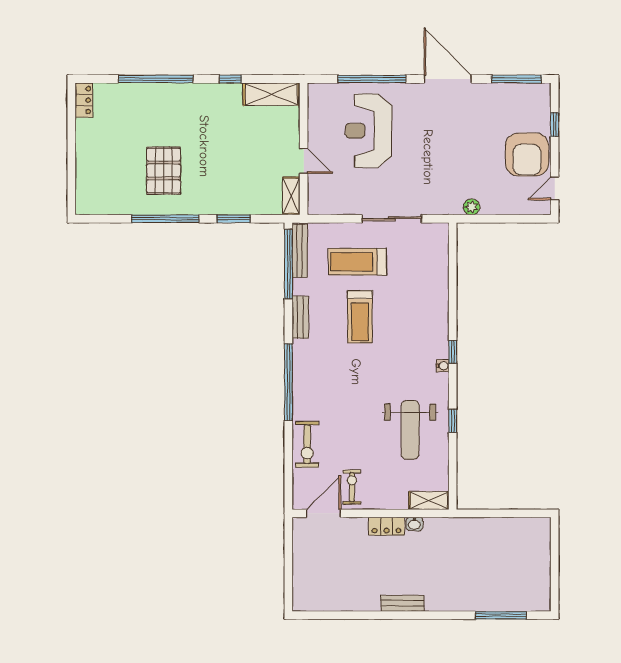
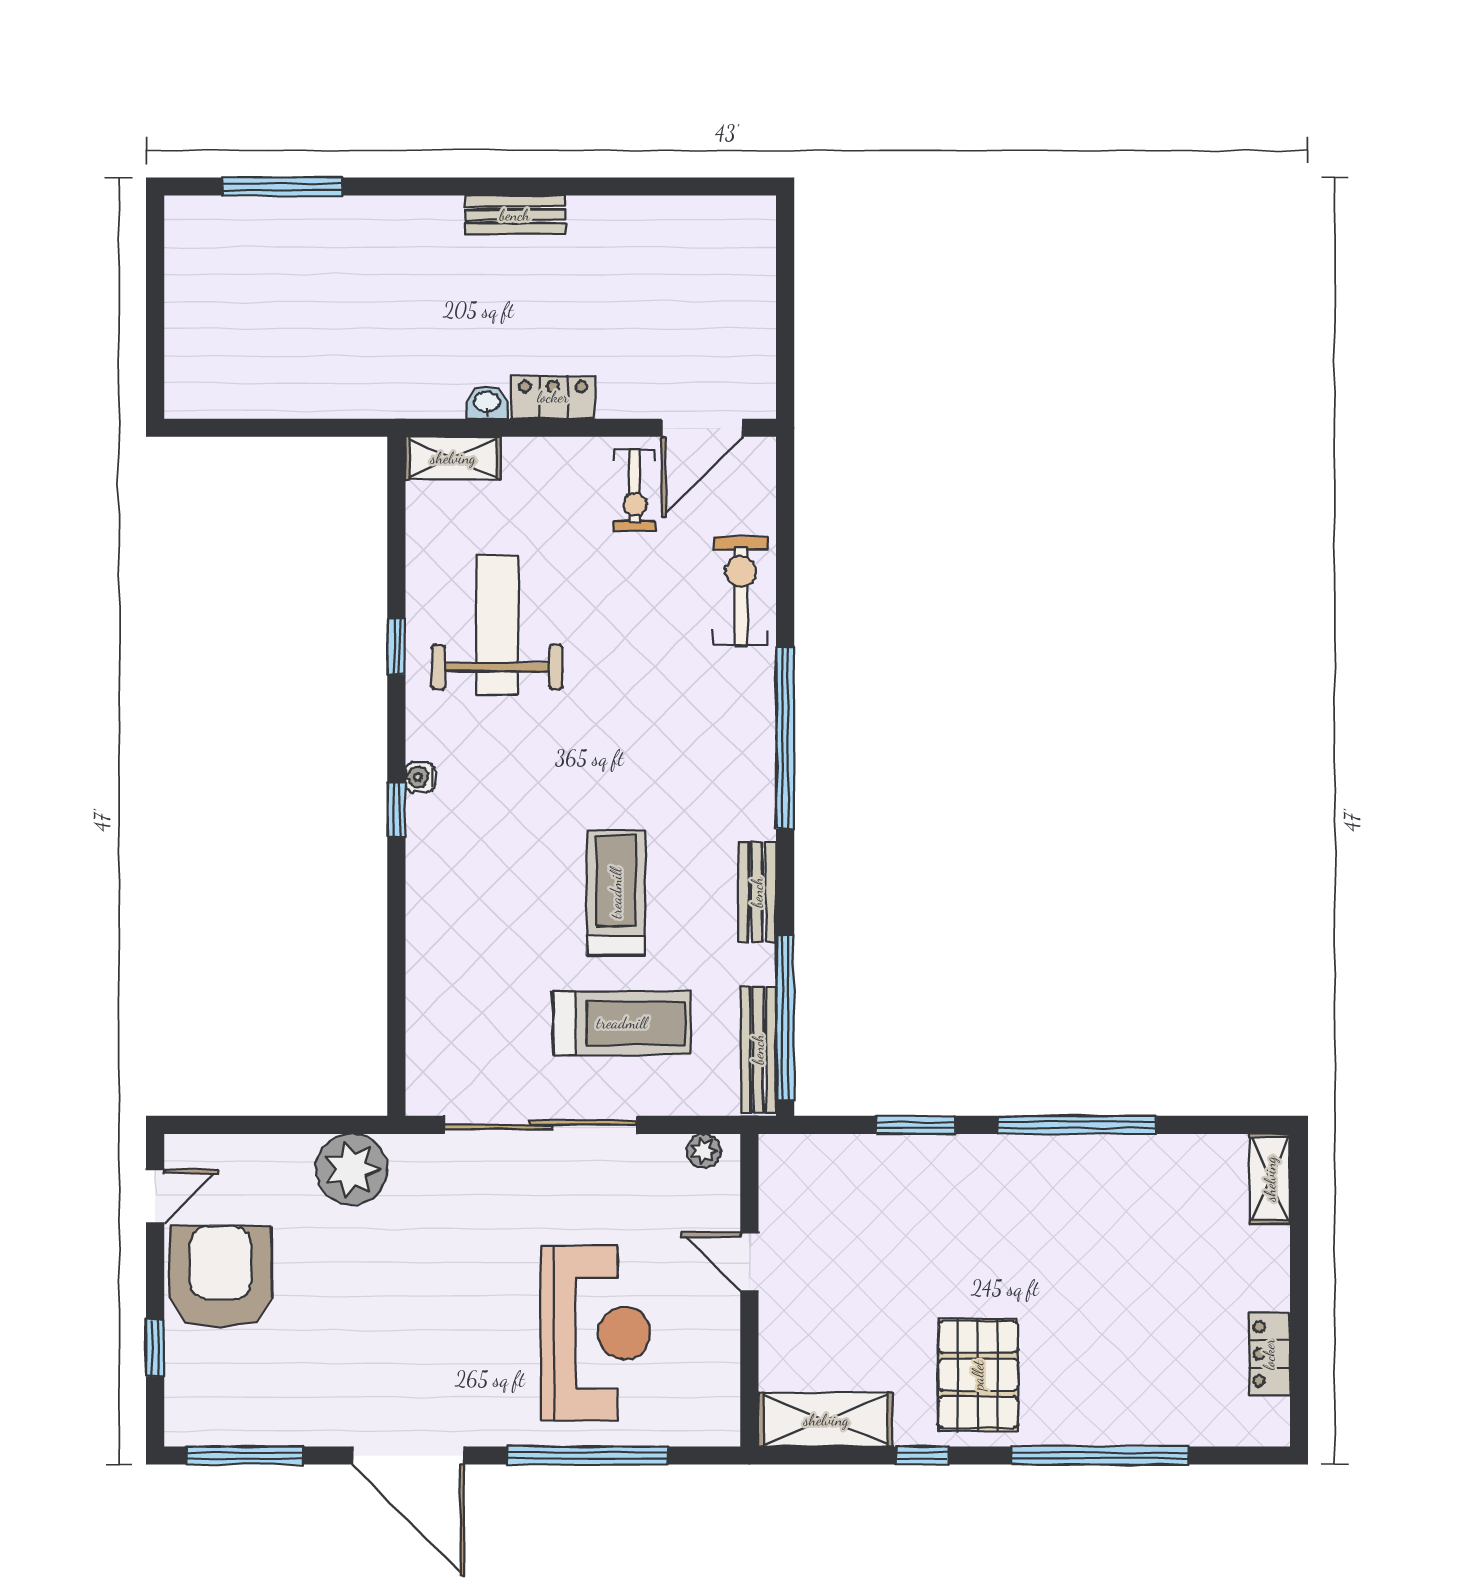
locker: (84, 100) -> (1269, 1354), moved
pallet: (164, 171) -> (978, 1375), moved
shelving: (291, 196) -> (1270, 1179), moved
plant: (472, 207) -> (352, 1169), width x1.87, depth x1.87
plant: (323, 208) -> (704, 1151), added
sliding door: (392, 219) -> (541, 1125), width x1.36

